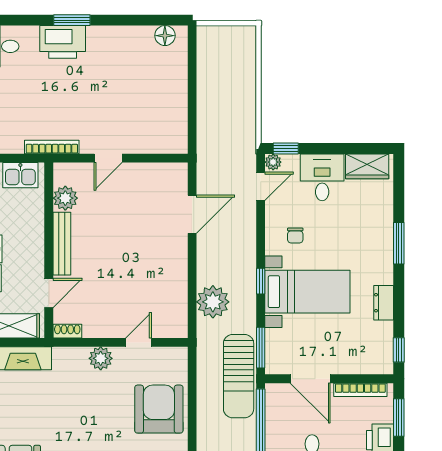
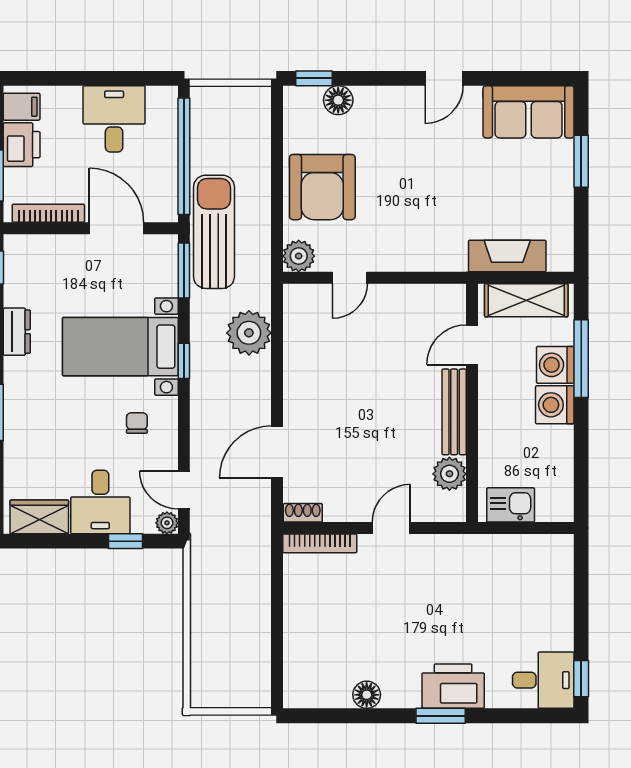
floor lamp: (165, 36) -> (367, 695), moved
bookcase: (52, 147) -> (320, 543), moved
window: (286, 149) -> (125, 541), moved
door: (261, 186) -> (184, 490), hinge flipped
shoe rack: (67, 331) -> (303, 513), moved, turned 180
plant: (101, 358) -> (299, 256), moved

